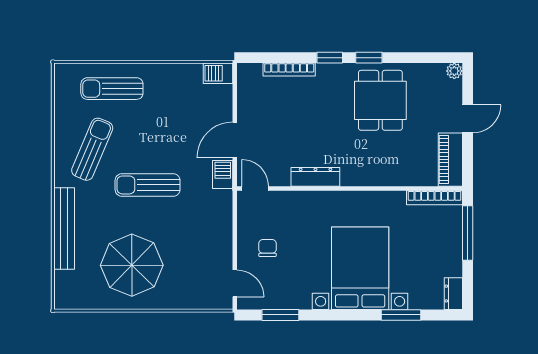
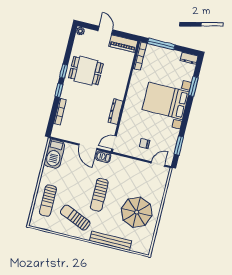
barbecue: (218, 73) -> (54, 154), width x1.88, depth x1.53

